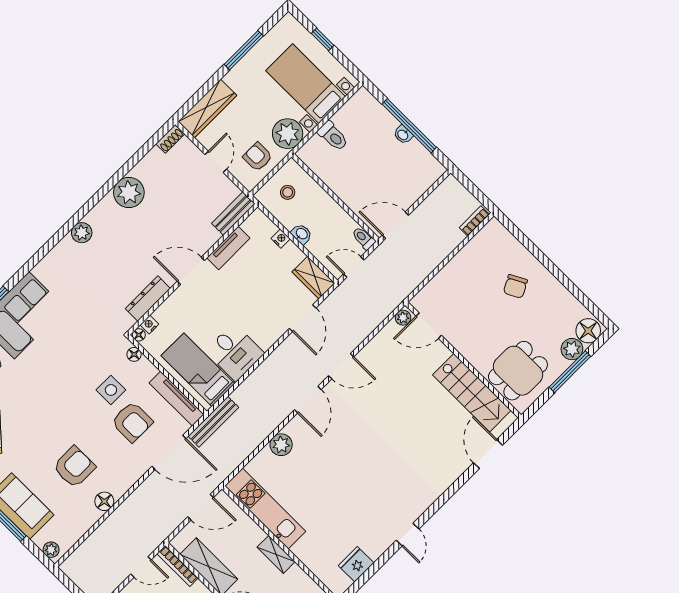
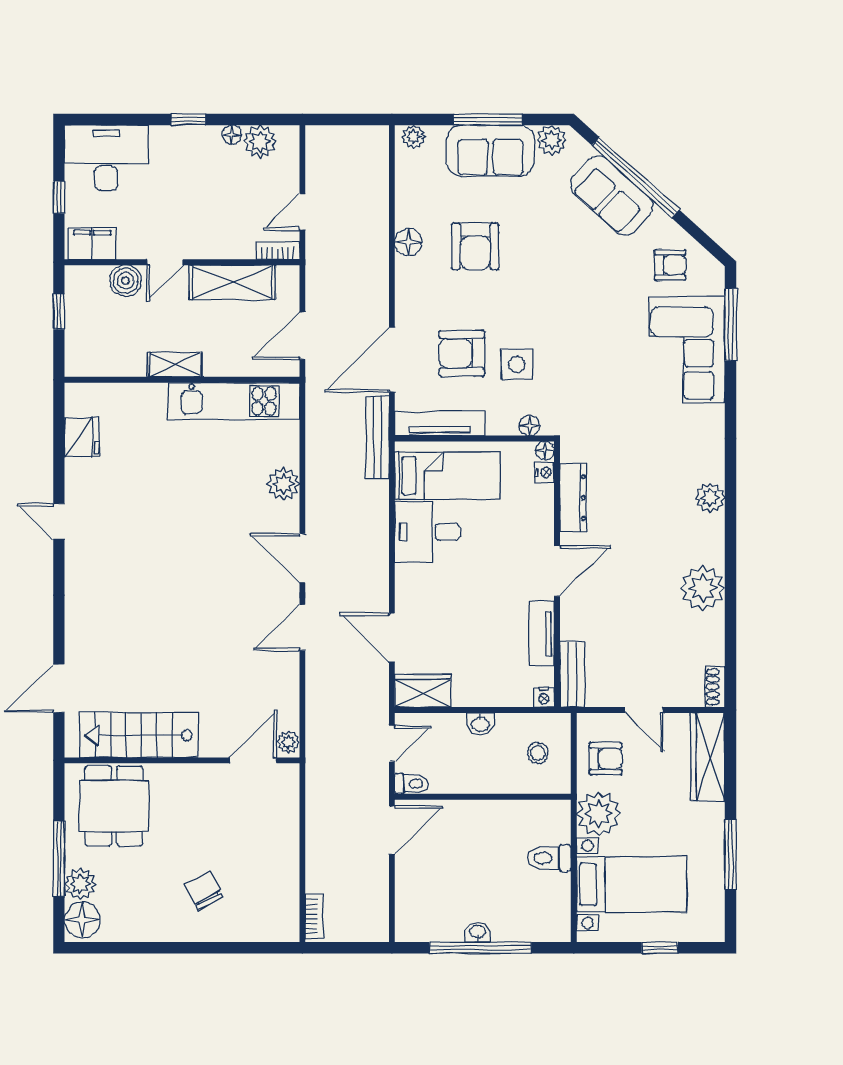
nightstand: (281, 239) -> (544, 697), moved
door: (488, 454) -> (59, 688), swing flipped
bookcase: (178, 566) -> (278, 251), width x0.64

